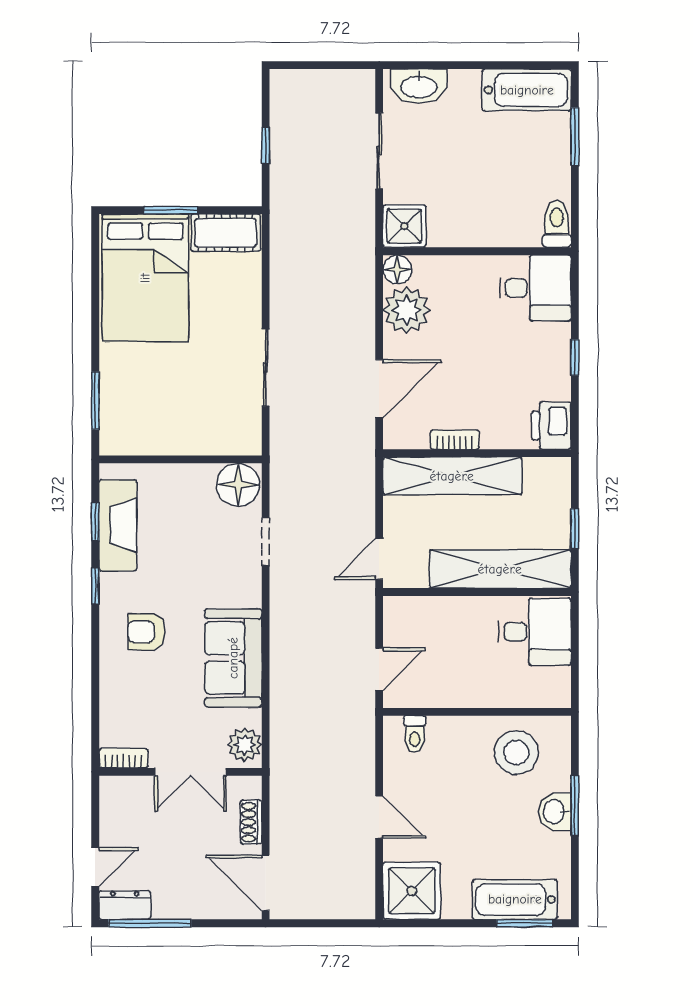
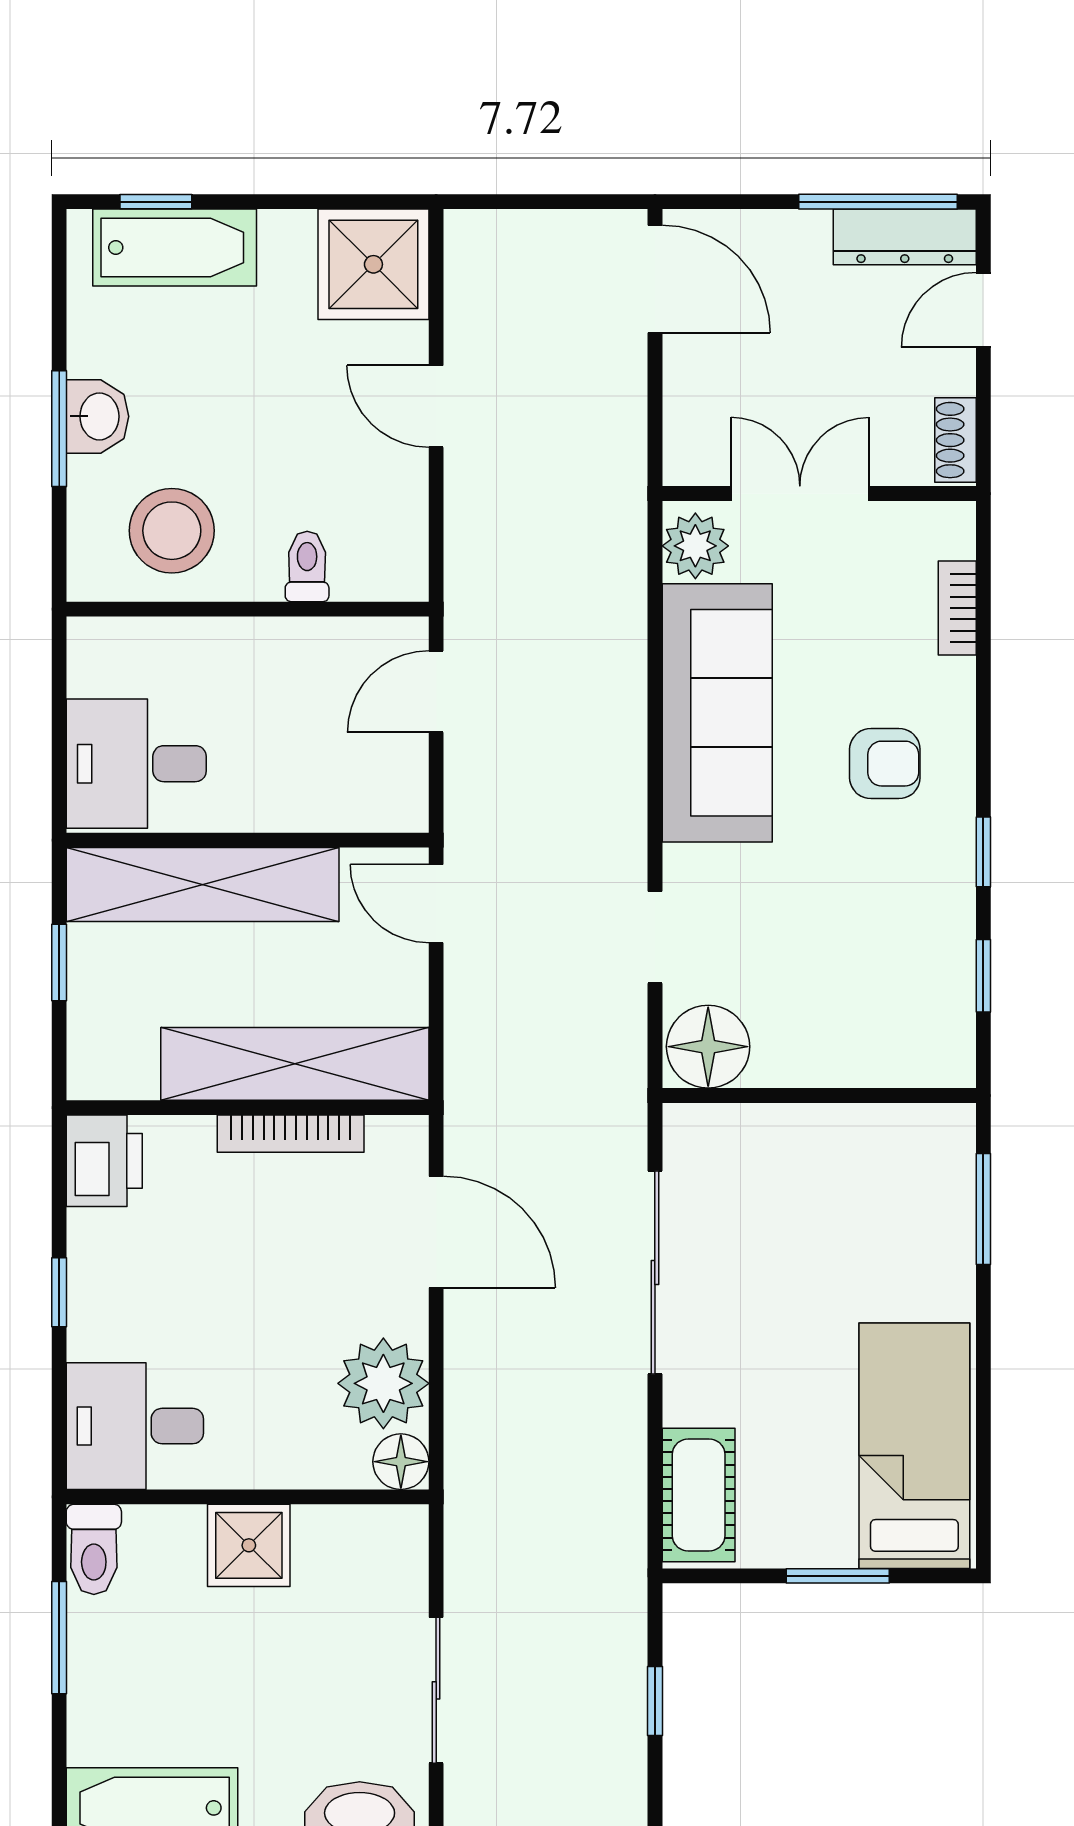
window: (575, 137) -> (59, 1638), moved
shower: (404, 226) -> (249, 1545), moved
cot: (226, 233) -> (699, 1495), moved, turned 90
bed: (145, 278) -> (914, 1446), width x0.67
sliding door: (266, 368) -> (655, 1273), width x1.37
door: (379, 389) -> (436, 1232), swing flipped
bookcase: (455, 440) -> (291, 1134), width x1.56
fireplace: (118, 525) -> (940, 969), removed
door: (379, 559) -> (436, 904), swing flipped
sofa: (233, 658) -> (717, 713), width x1.36
toilet: (415, 734) -> (307, 566), moved
bookcase: (123, 758) -> (957, 608), moved, turned 90
shoe rack: (251, 822) -> (955, 440), moved, turned 180
dresser: (125, 905) -> (905, 237), width x1.44
window: (525, 923) -> (156, 202), width x0.67

